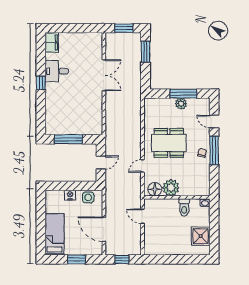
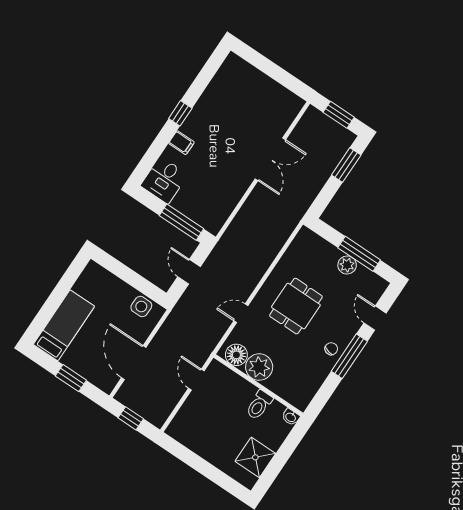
filing cabinet: (52, 42) -> (181, 143), moved, width x0.50
desk: (57, 71) -> (164, 180), moved, turned -90
window: (68, 139) -> (182, 222), moved
dining table: (169, 143) -> (296, 306), width x0.73
door: (101, 163) -> (189, 272), swing flipped
nightstand: (70, 195) -> (119, 287), removed

